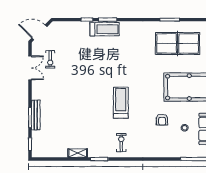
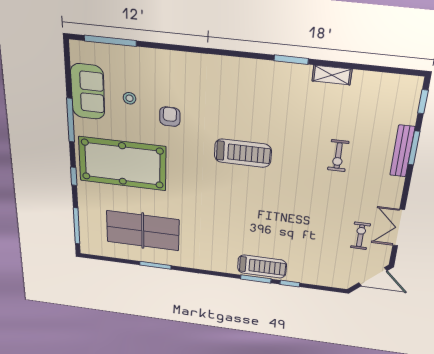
treadmill: (105, 29) -> (262, 266), turned 180
treadmill: (121, 103) -> (243, 153), turned -90
exercise bike: (121, 143) -> (338, 156), moved

